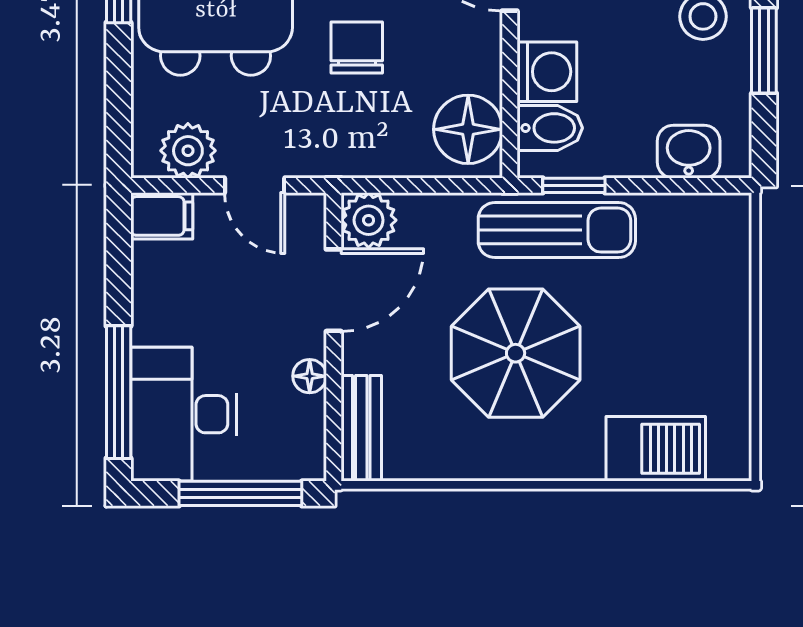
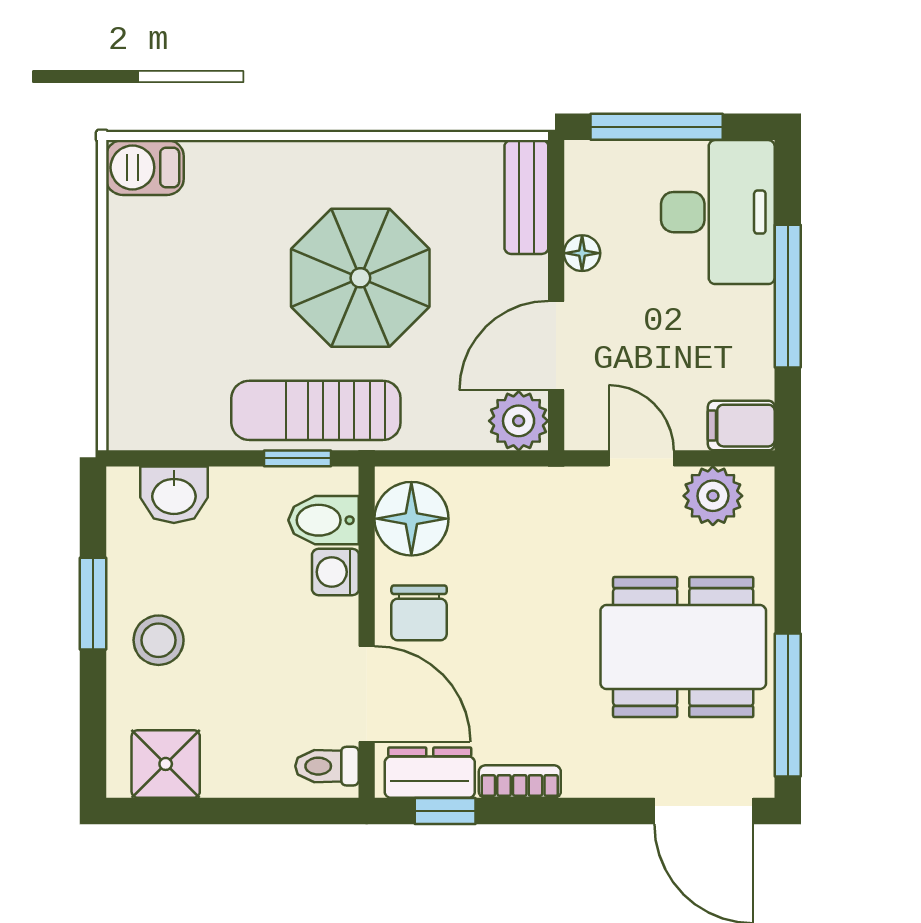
chair: (357, 47) -> (419, 613), moved
washing machine: (547, 72) -> (335, 572), width x0.73, depth x0.73
window: (119, 392) -> (788, 296), moved
barbecue: (656, 449) -> (145, 167), moved, width x0.73, depth x0.79

